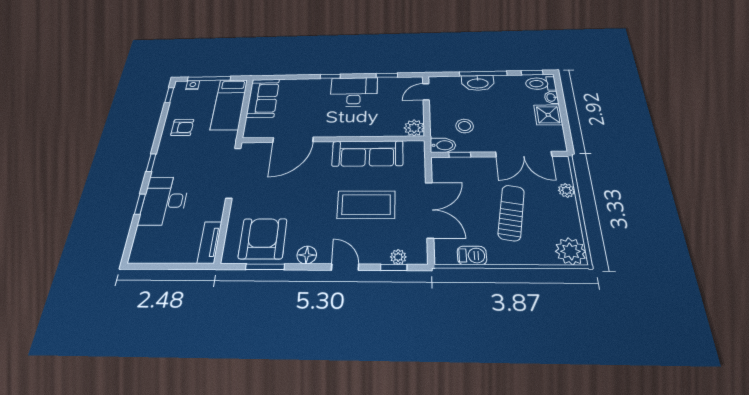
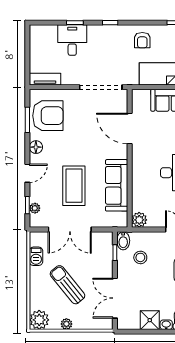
plant: (566, 190) -> (66, 324), moved
desk: (164, 201) -> (72, 40), width x0.73
sun lounger: (511, 213) -> (67, 285), turned -139

